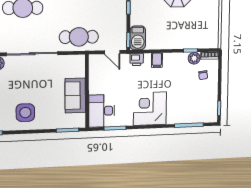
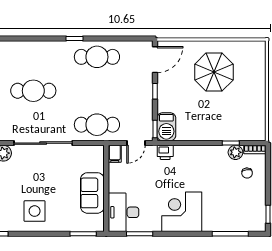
door: (112, 52) -> (136, 143), hinge flipped
filing cabinet: (157, 60) -> (115, 154), moved

